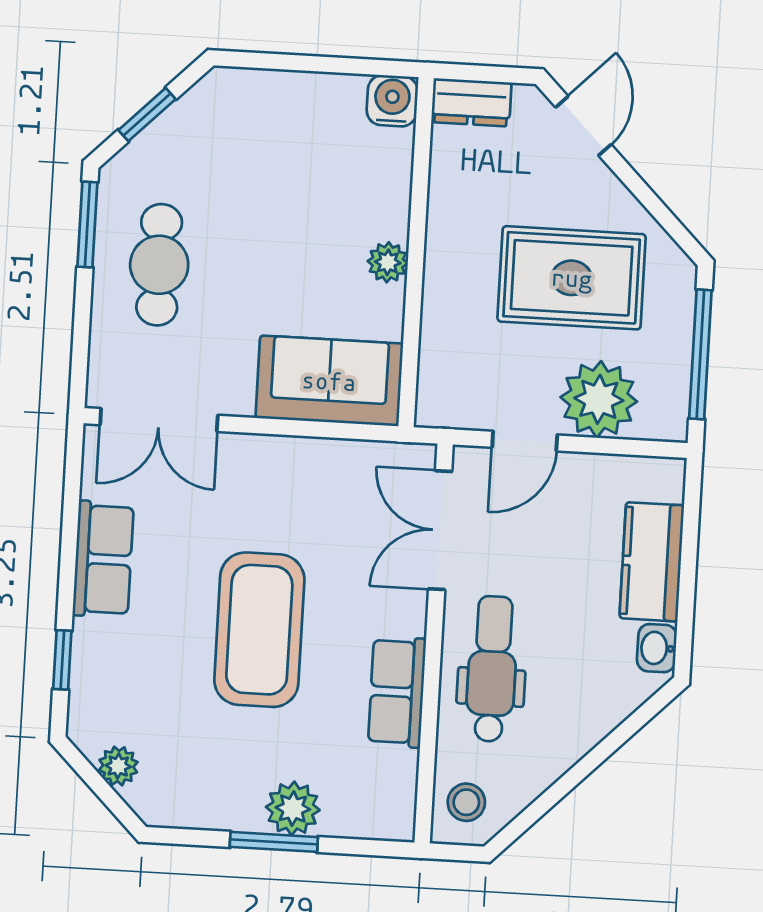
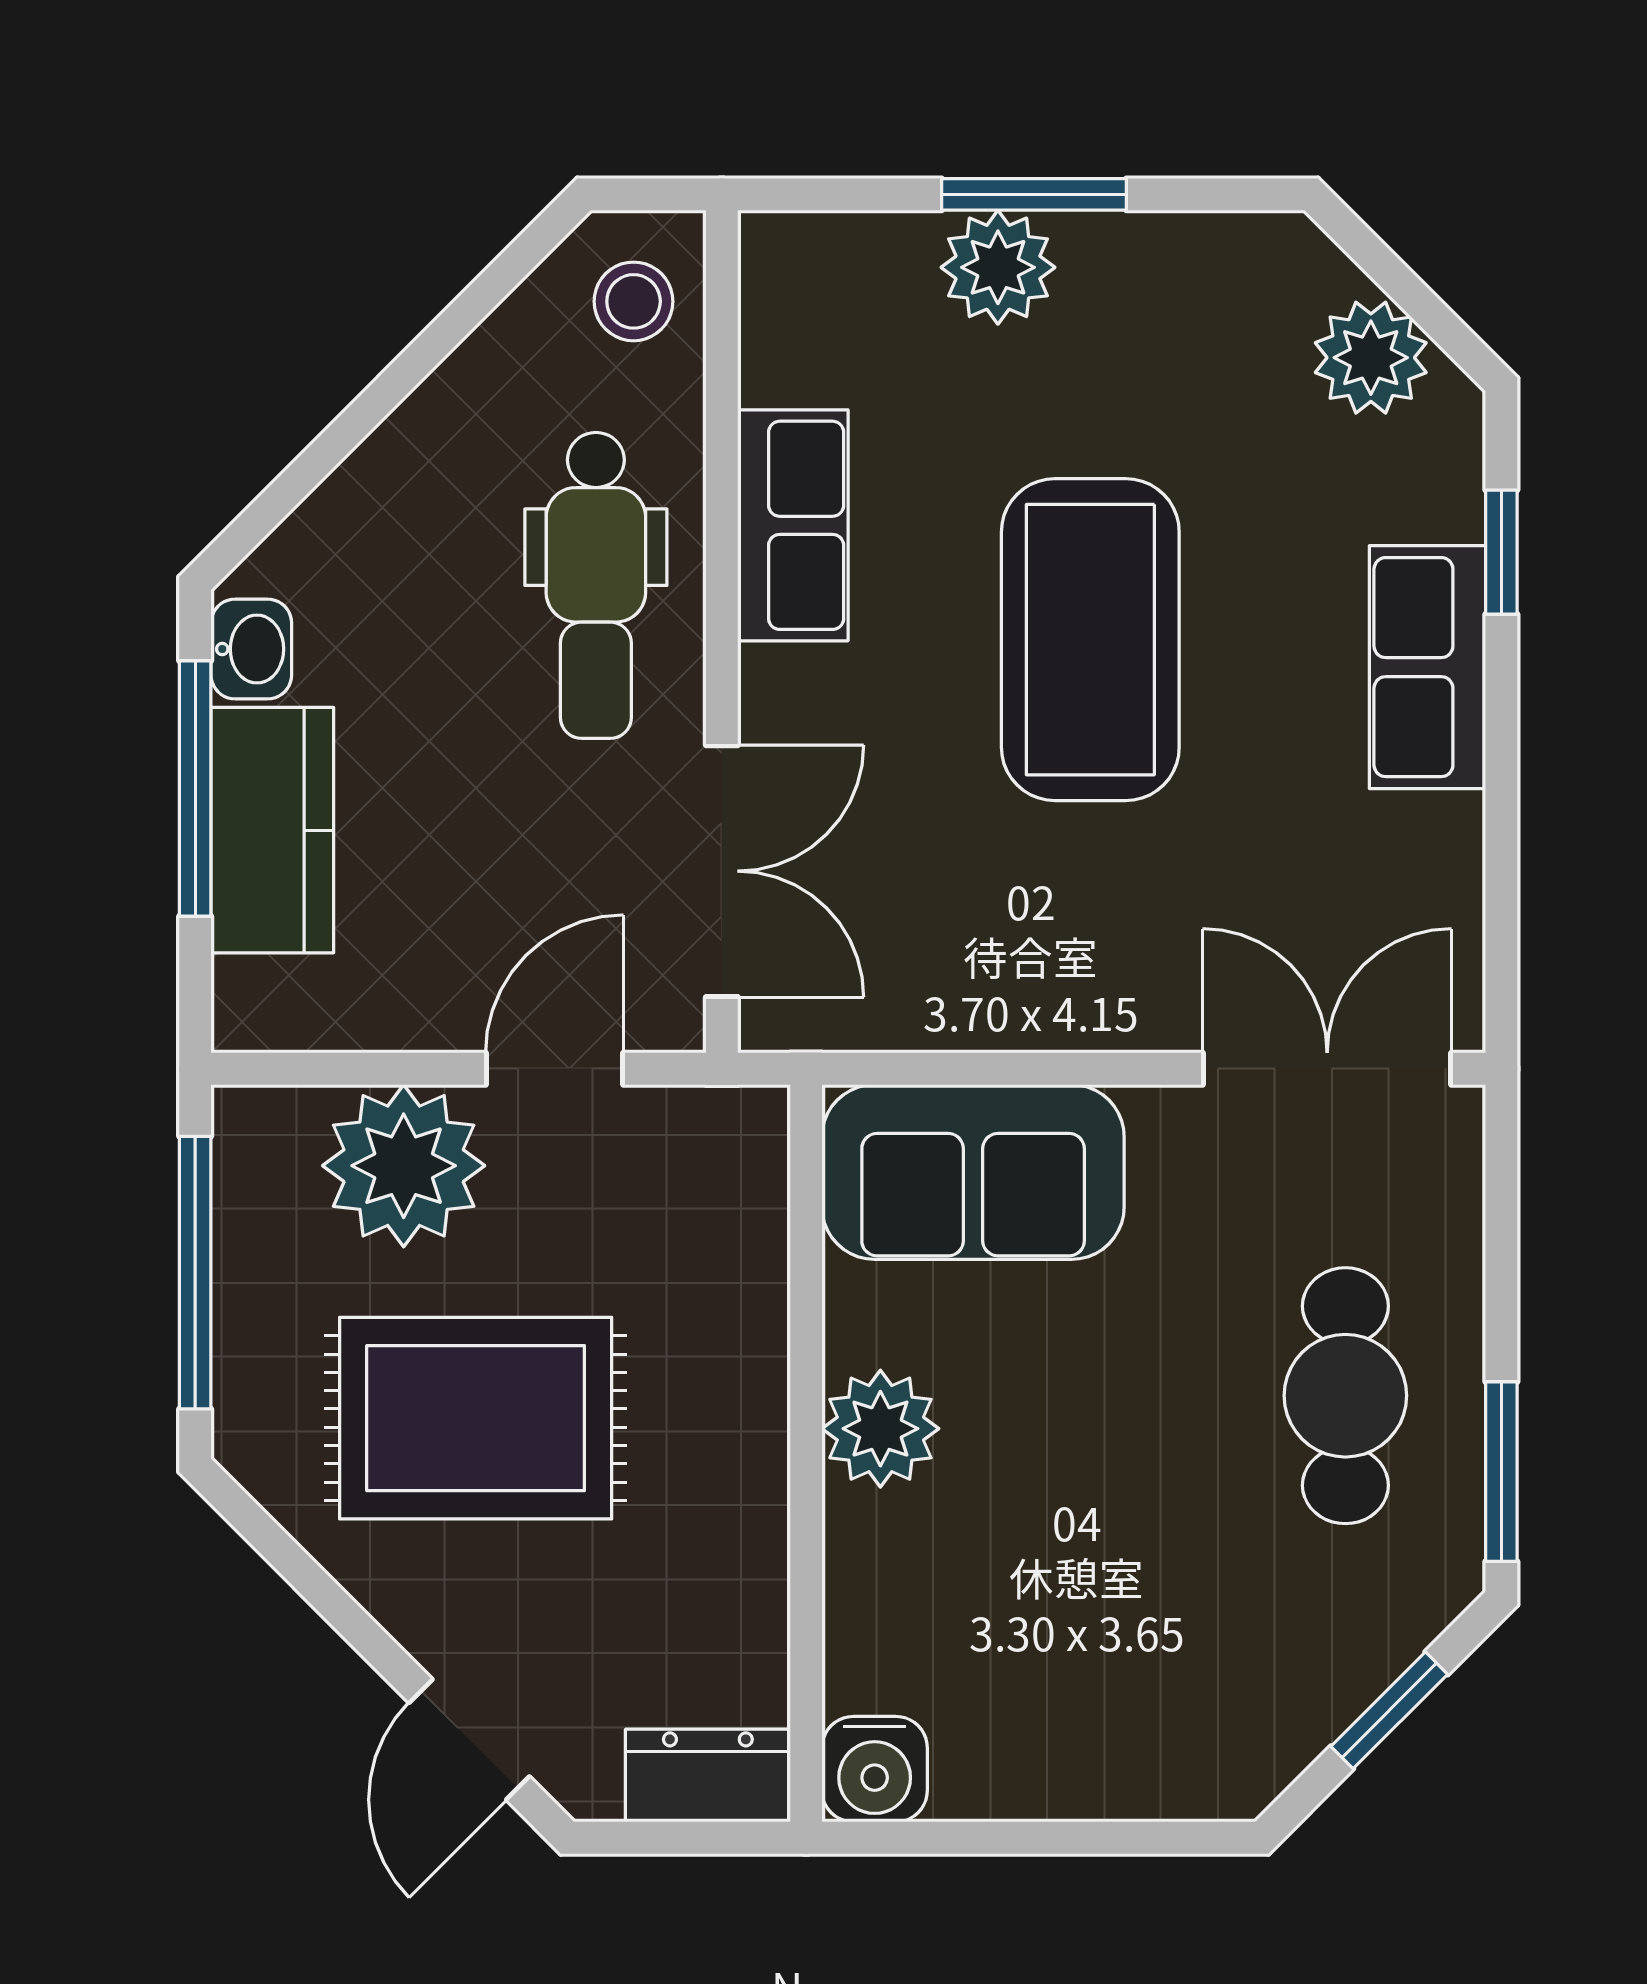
plant: (388, 262) -> (880, 1429), width x1.38, depth x1.38
row of seats: (103, 559) -> (1427, 667), moved
window: (687, 584) -> (195, 788), added
plant: (118, 766) -> (1371, 358), width x1.38, depth x1.38

